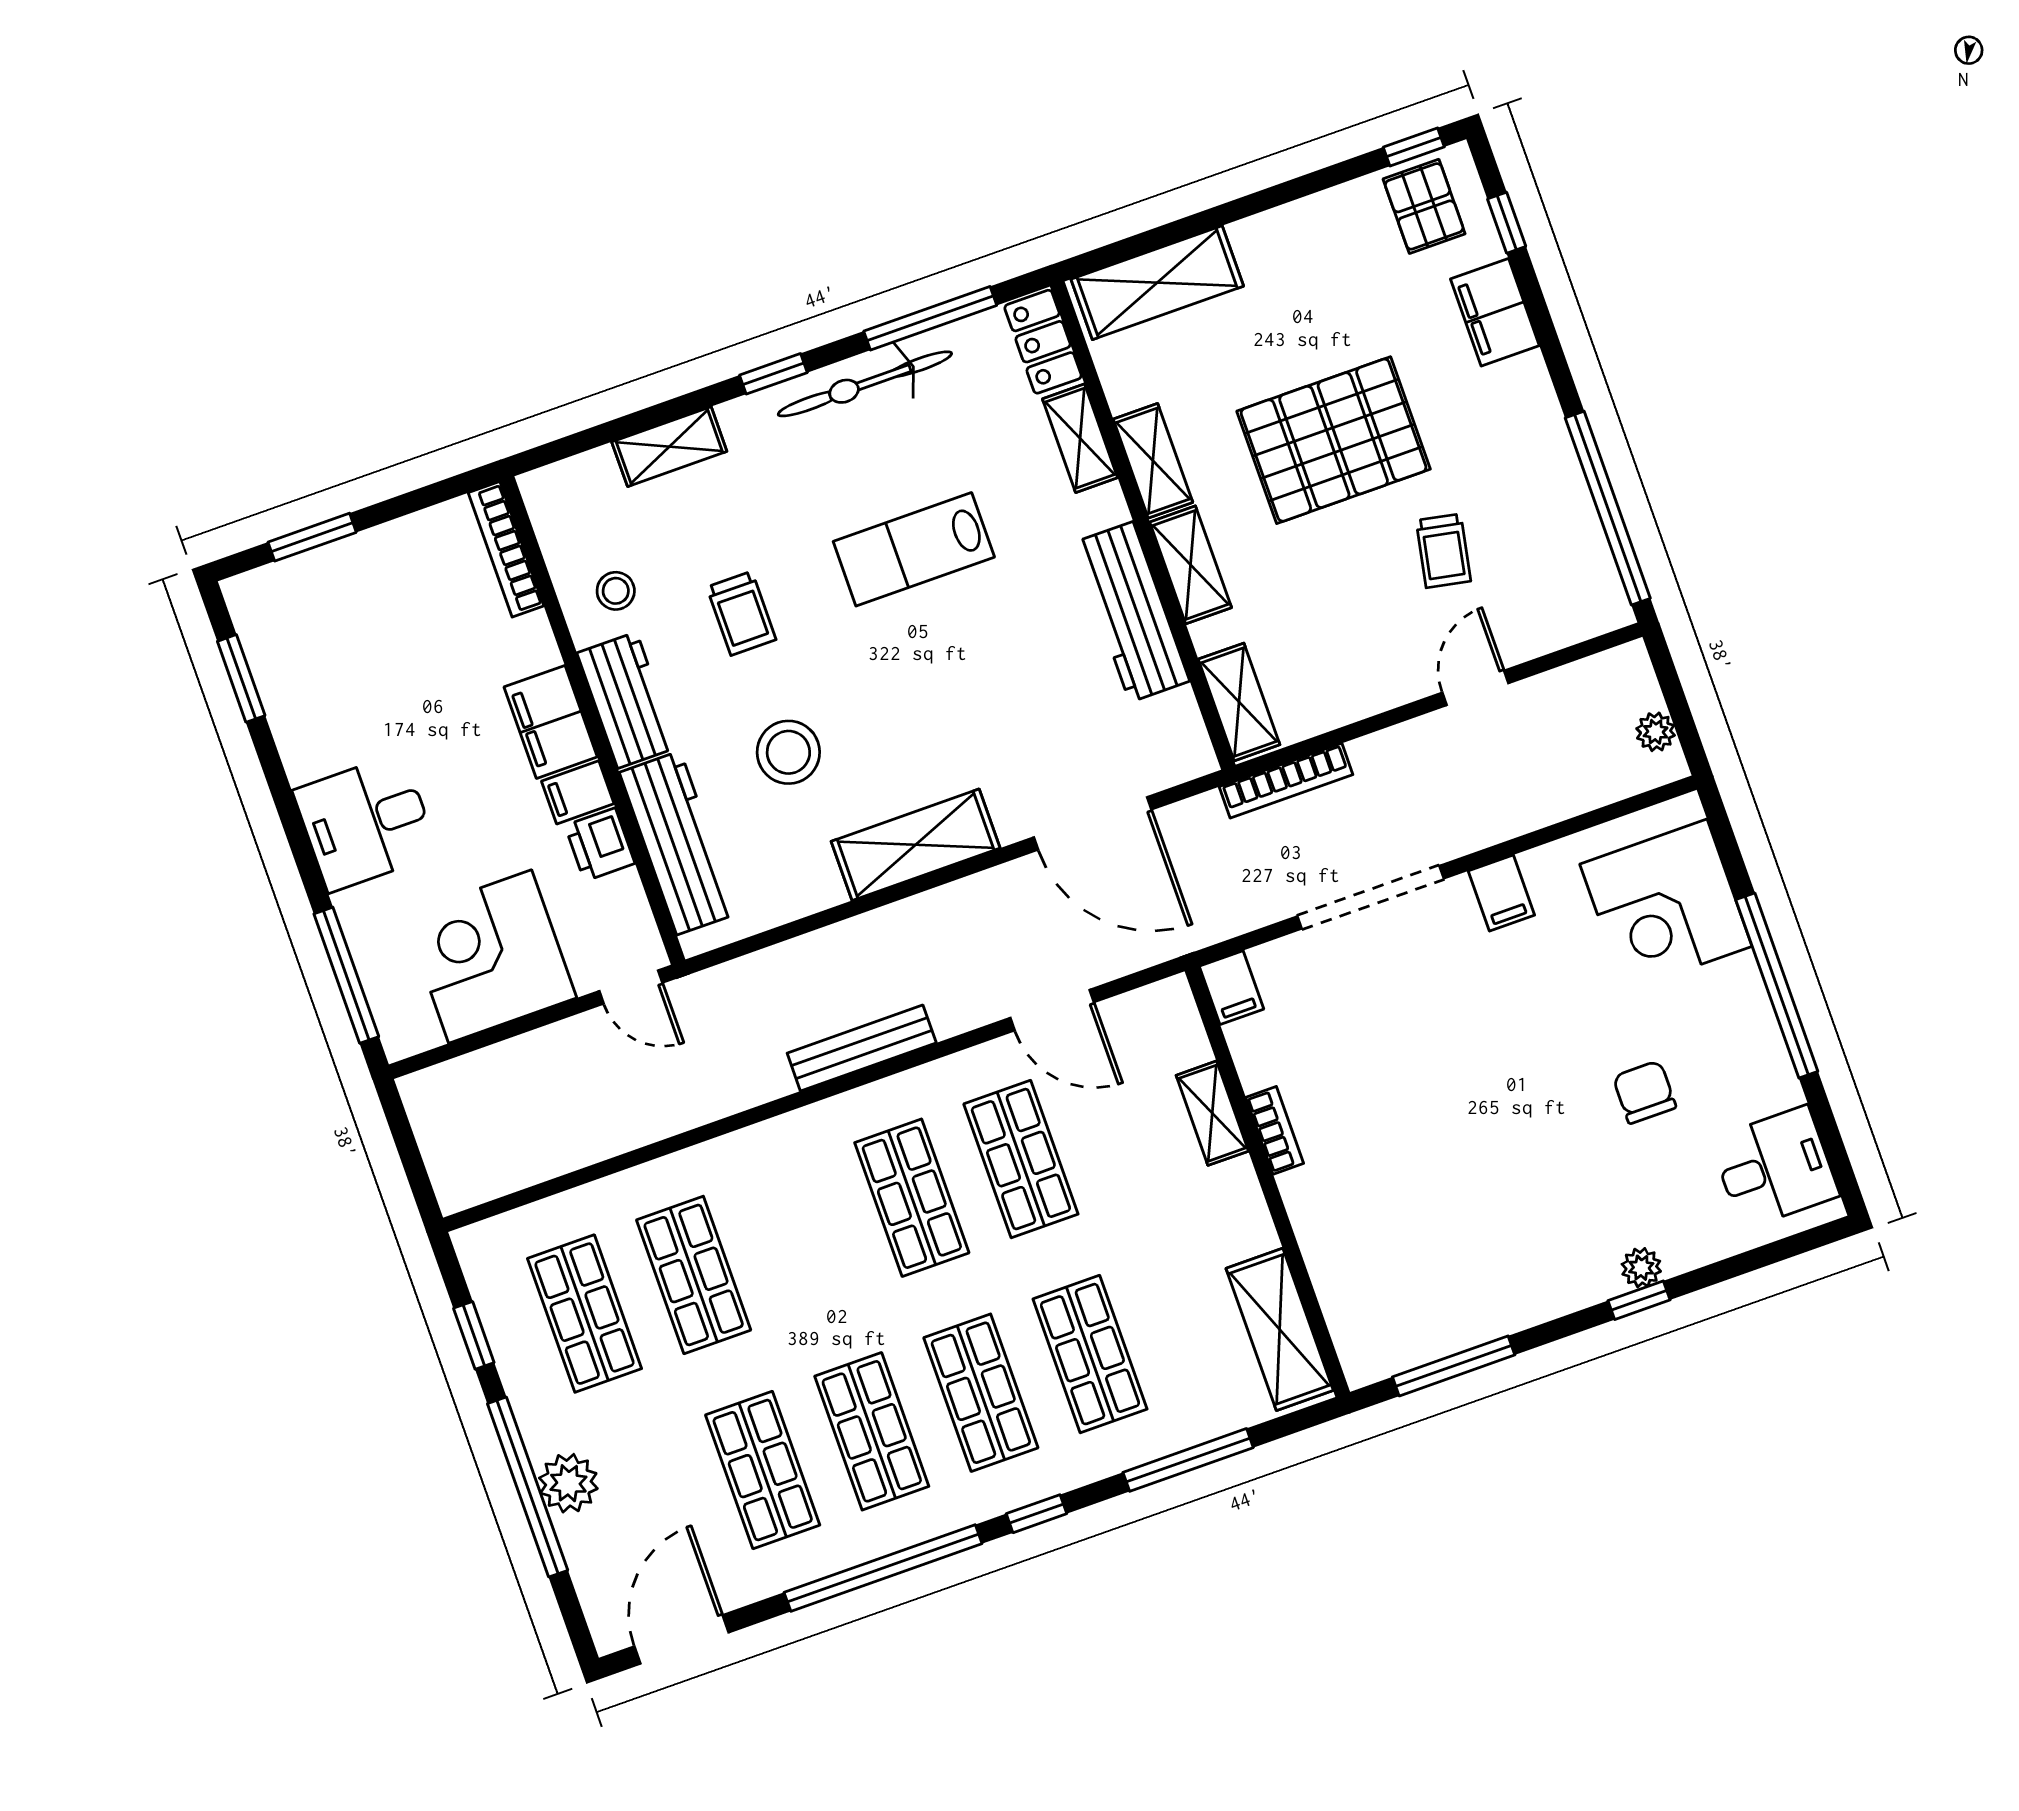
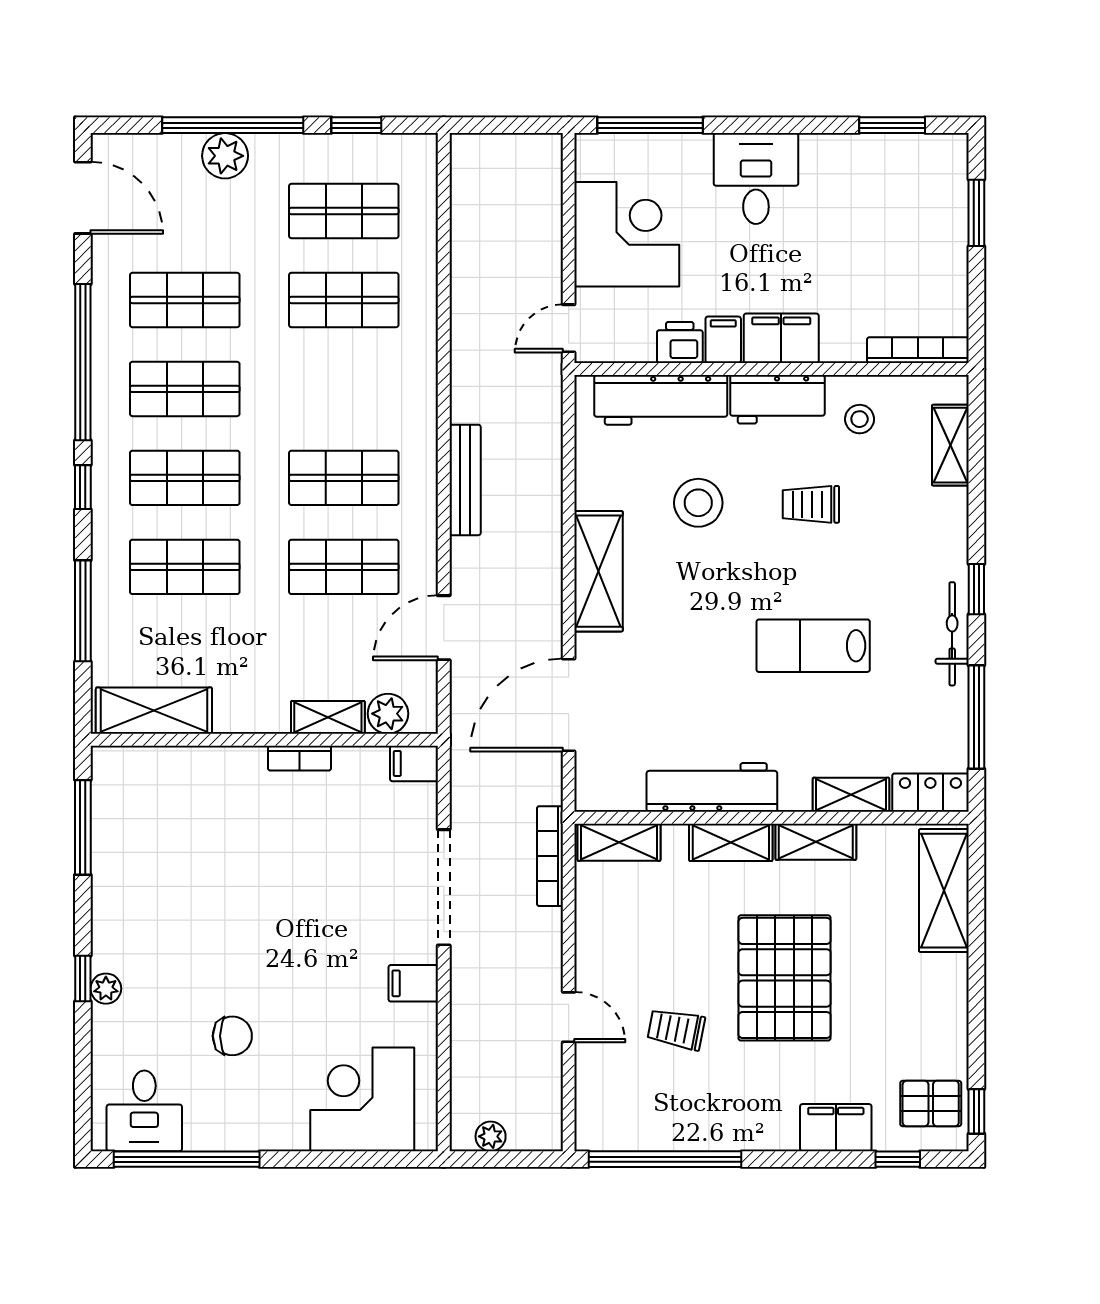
bicycle: (865, 384) -> (952, 634), width x0.73, depth x0.71
shelving: (669, 447) -> (950, 445), moved
lab bench: (914, 549) -> (813, 646), turned -90
window: (1777, 986) -> (187, 1159), moved
plant: (1182, 1041) -> (388, 714), added

